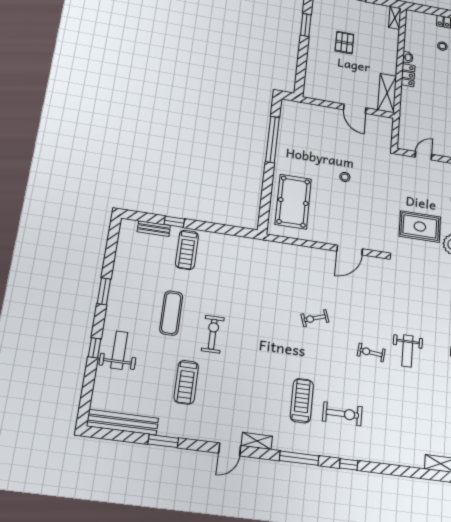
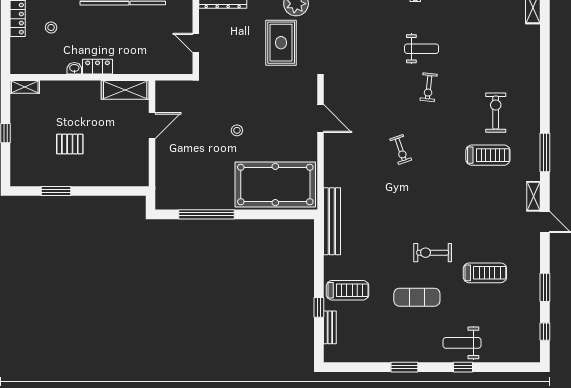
pool table: (293, 202) -> (275, 184), width x1.36, depth x1.32
treadmill: (302, 401) -> (488, 155), turned 180
bench: (123, 422) -> (332, 221), moved
window: (349, 464) -> (545, 332), moved

